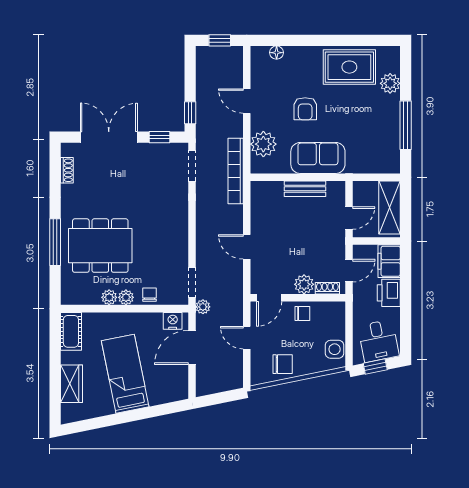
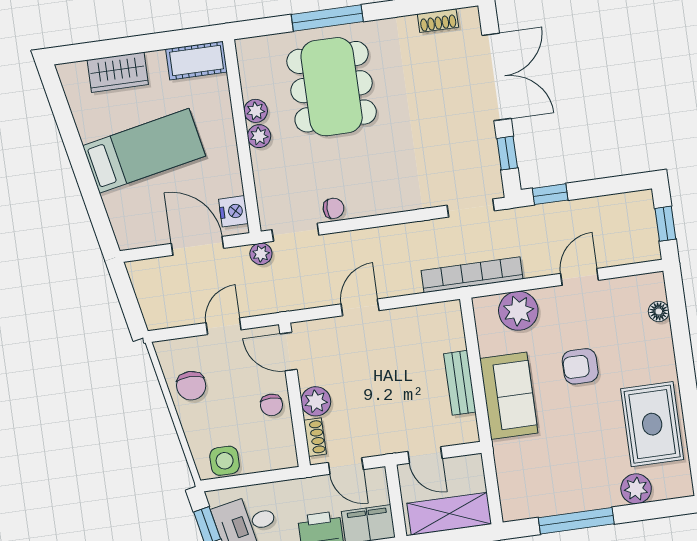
chair: (149, 295) -> (333, 208), moved

